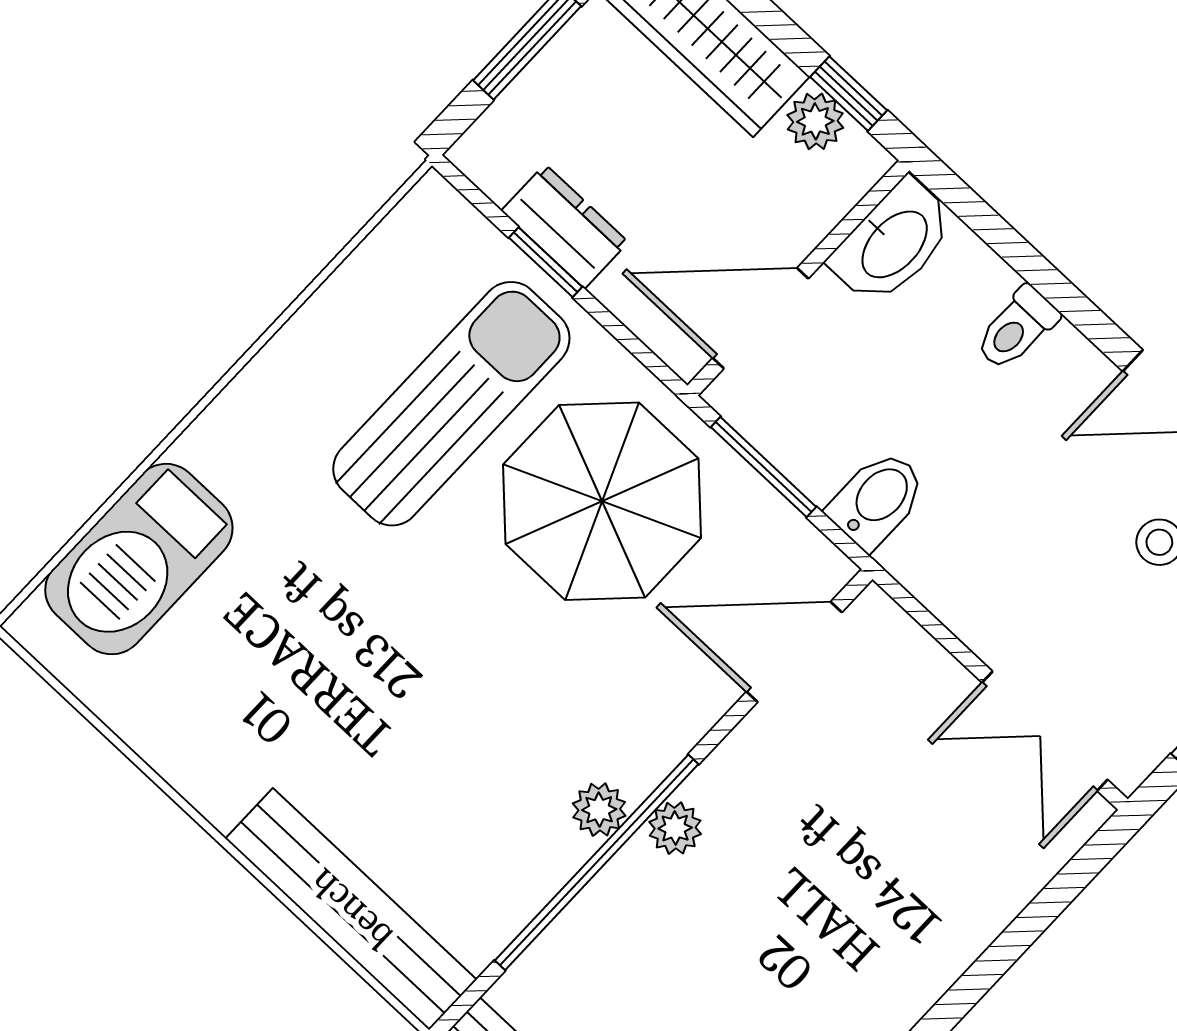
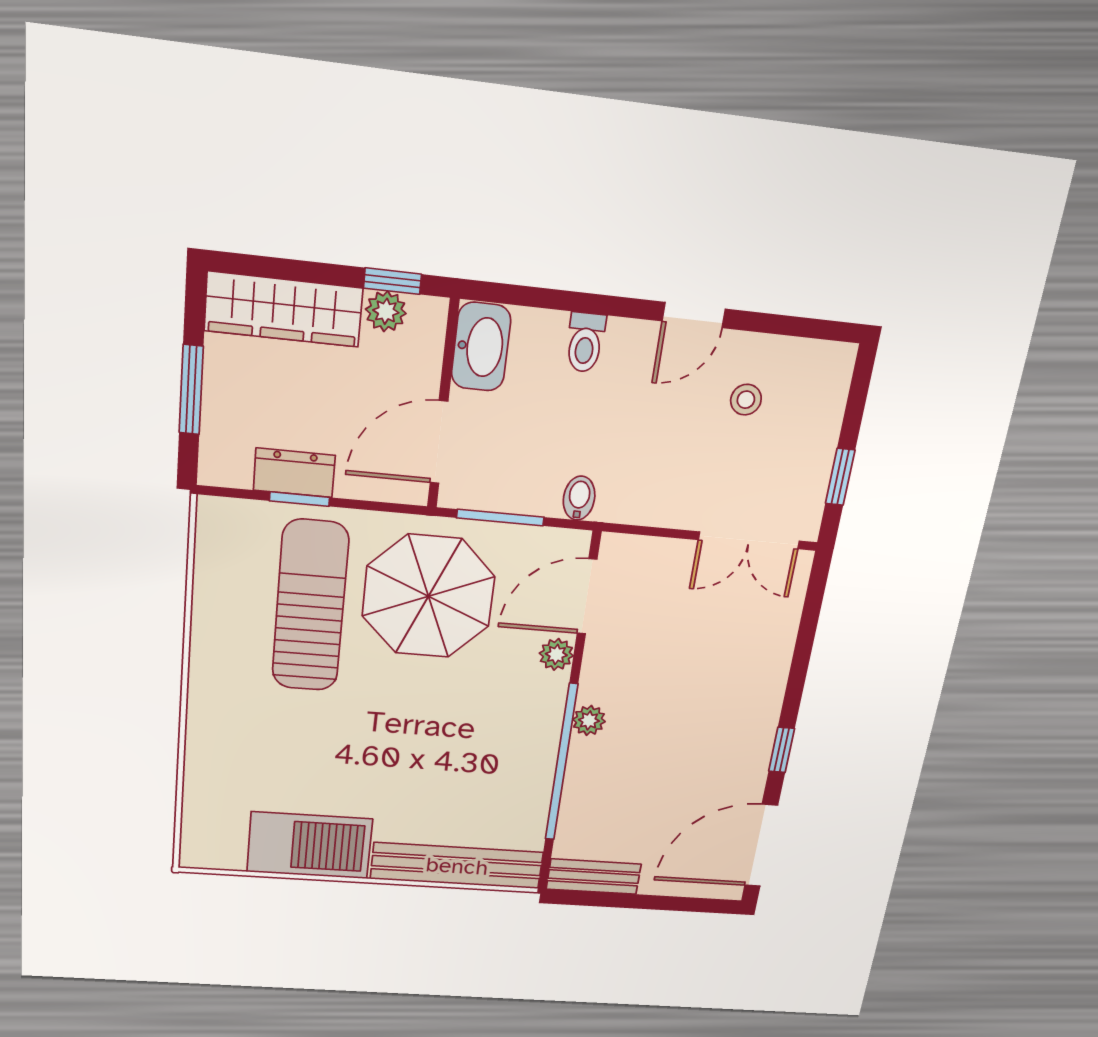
bidet: (877, 500) -> (579, 498), width x0.72, depth x0.74
barbecue: (139, 559) -> (310, 845), moved, turned -90
plant: (599, 810) -> (556, 654), moved

